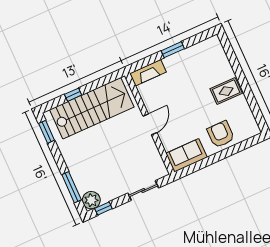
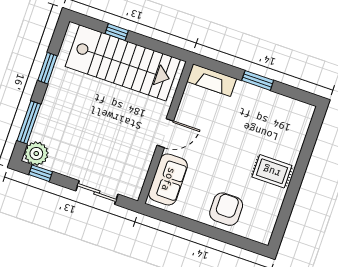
window: (47, 132) -> (48, 68), moved
sofa: (187, 155) -> (168, 179), moved, turned 90

